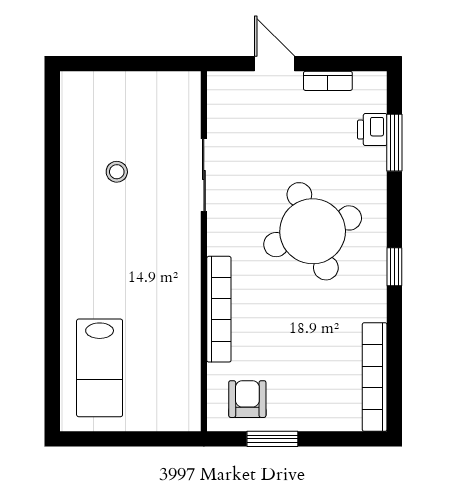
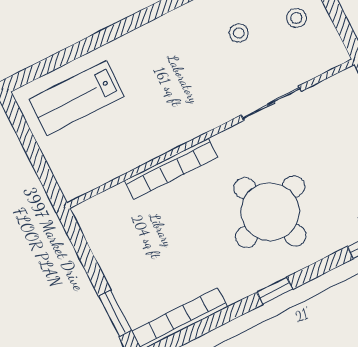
stool: (131, 106) -> (296, 18), added
armchair: (247, 399) -> (111, 227), removed
window: (272, 439) -> (115, 313), moved

